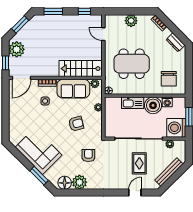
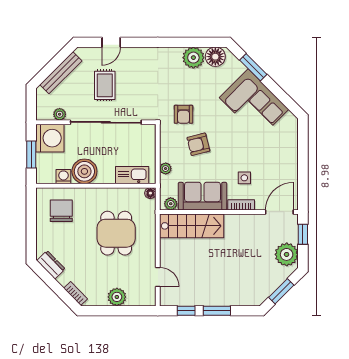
window: (53, 11) -> (217, 311), moved
dining table: (132, 64) -> (116, 233), width x0.73
kitchen sink: (133, 103) -> (132, 175), moved
armchair: (88, 156) -> (183, 114), moved

